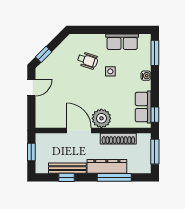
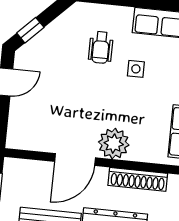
wheelchair: (88, 60) -> (101, 47), turned 72
door: (79, 131) -> (75, 160), swing flipped

